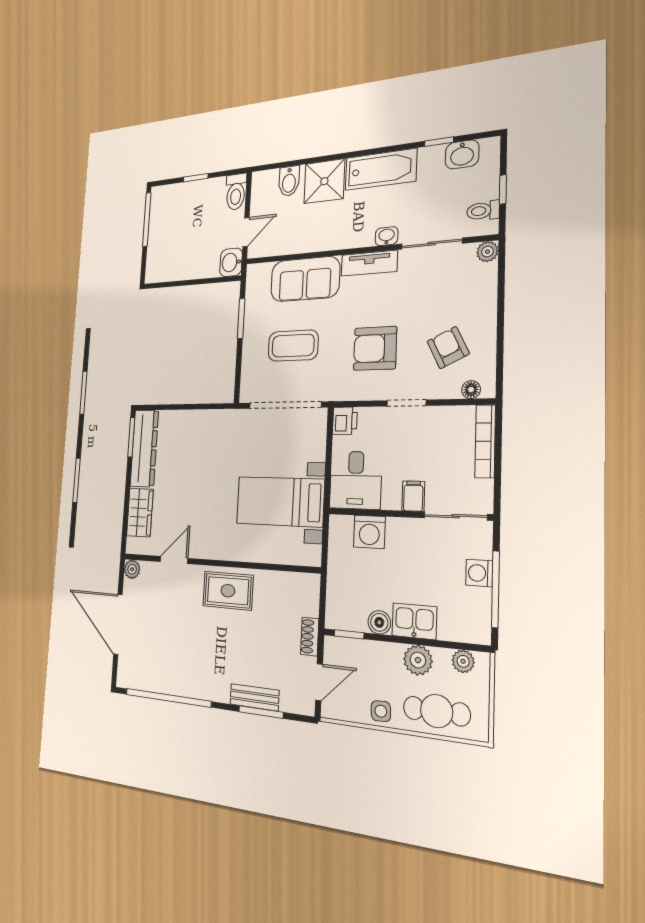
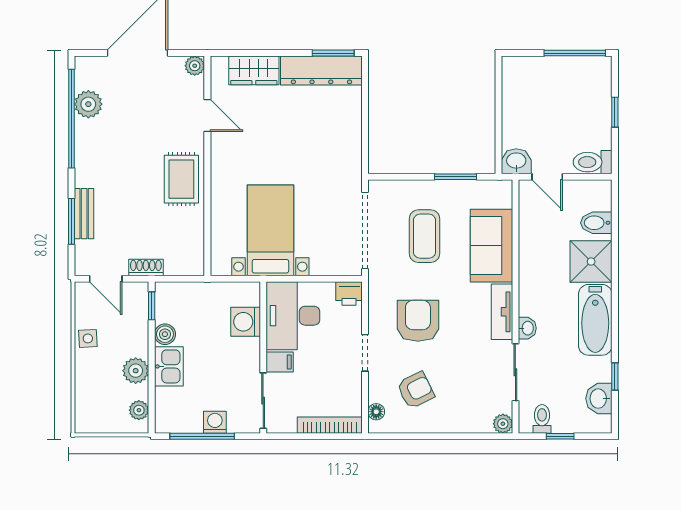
desk: (356, 480) -> (293, 316), width x1.37
plant: (157, 679) -> (88, 104), added
cafe table: (437, 711) -> (94, 388), removed

